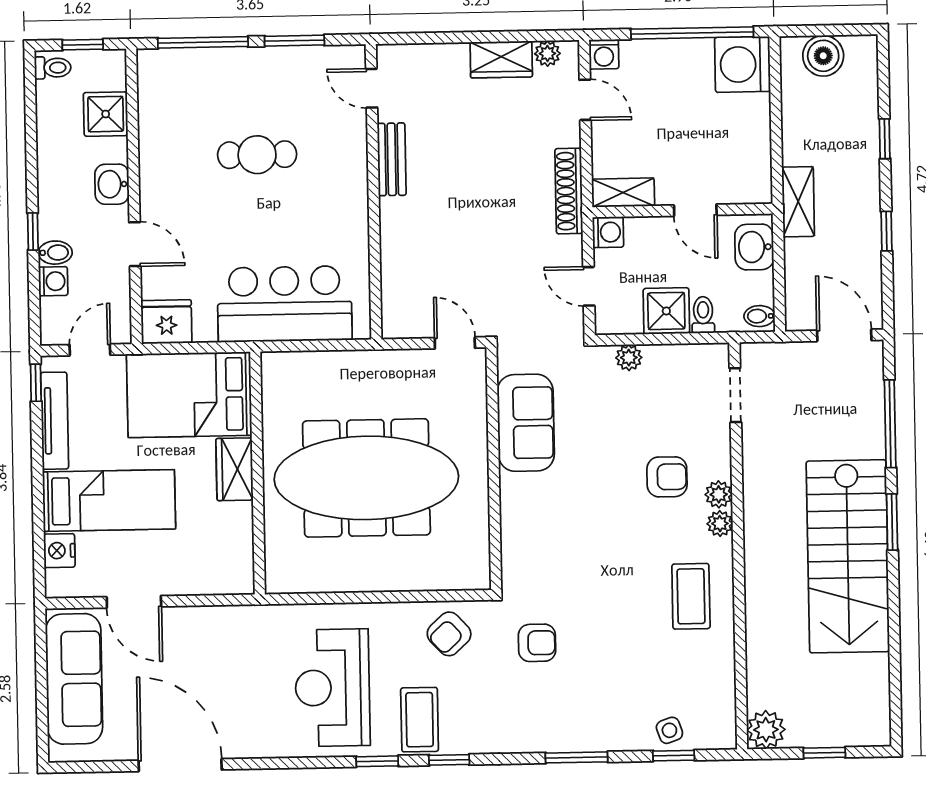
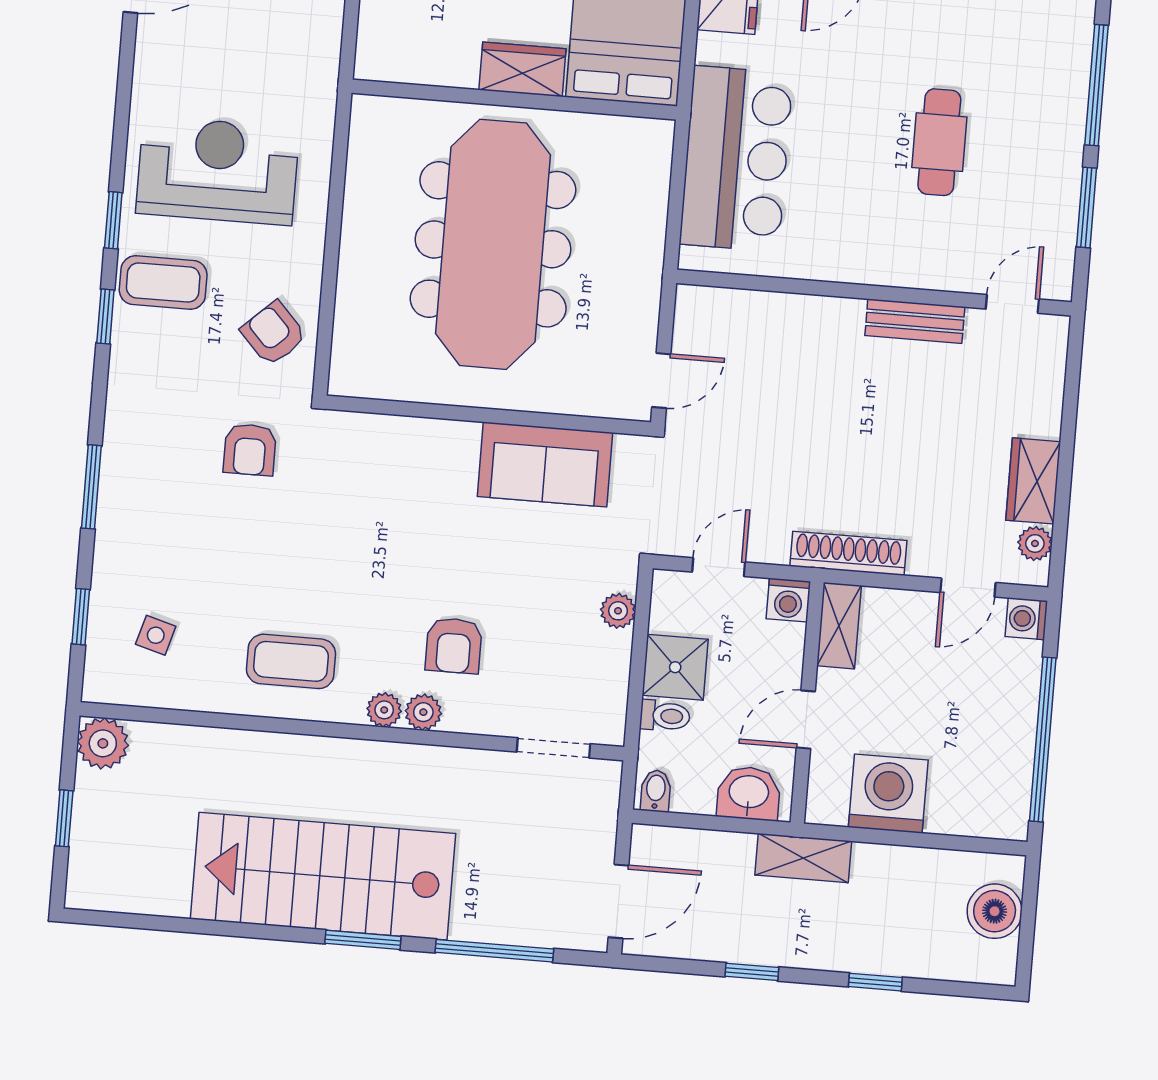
washing machine: (742, 64) -> (888, 794), moved
side table: (669, 730) -> (156, 635), moved, turned 35

